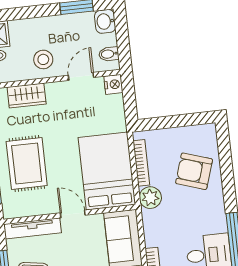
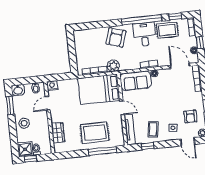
stool: (43, 59) -> (24, 123), moved
door: (81, 76) -> (48, 103), hinge flipped
armchair: (194, 171) -> (116, 37), moved
door: (73, 214) -> (122, 108), swing flipped

